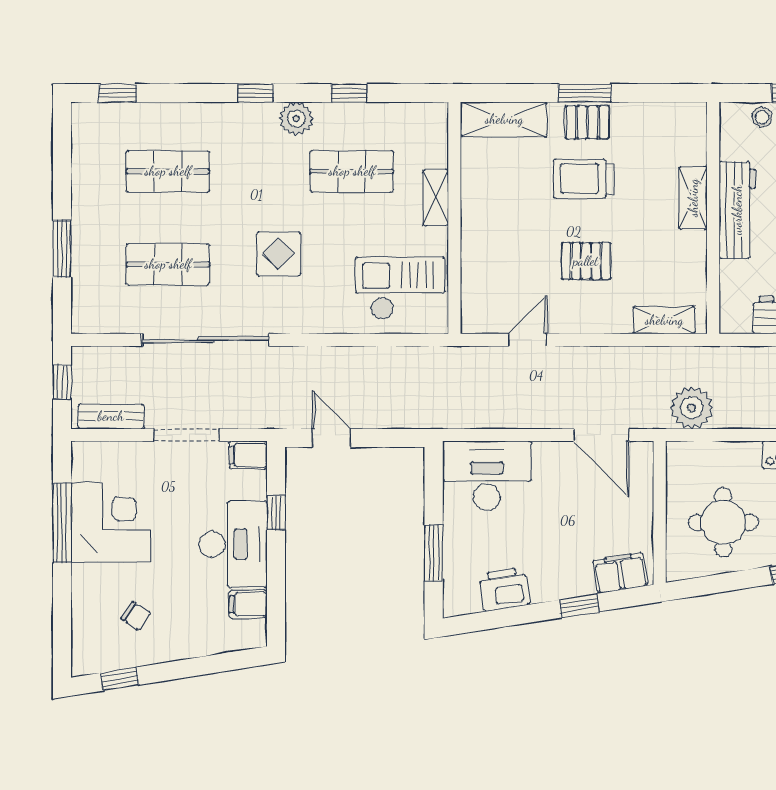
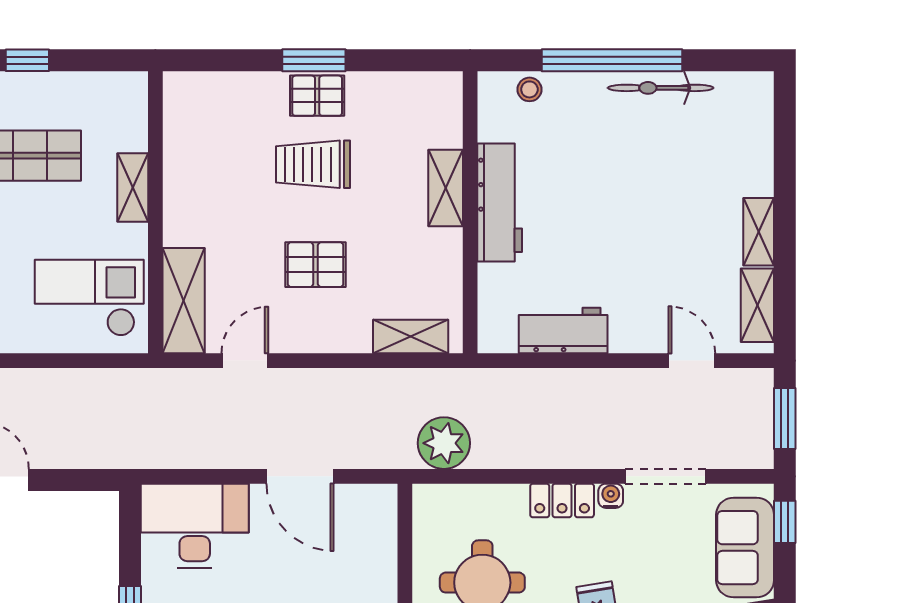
shelving: (504, 119) -> (184, 301), moved, turned 90
door: (601, 435) -> (300, 476), moved

